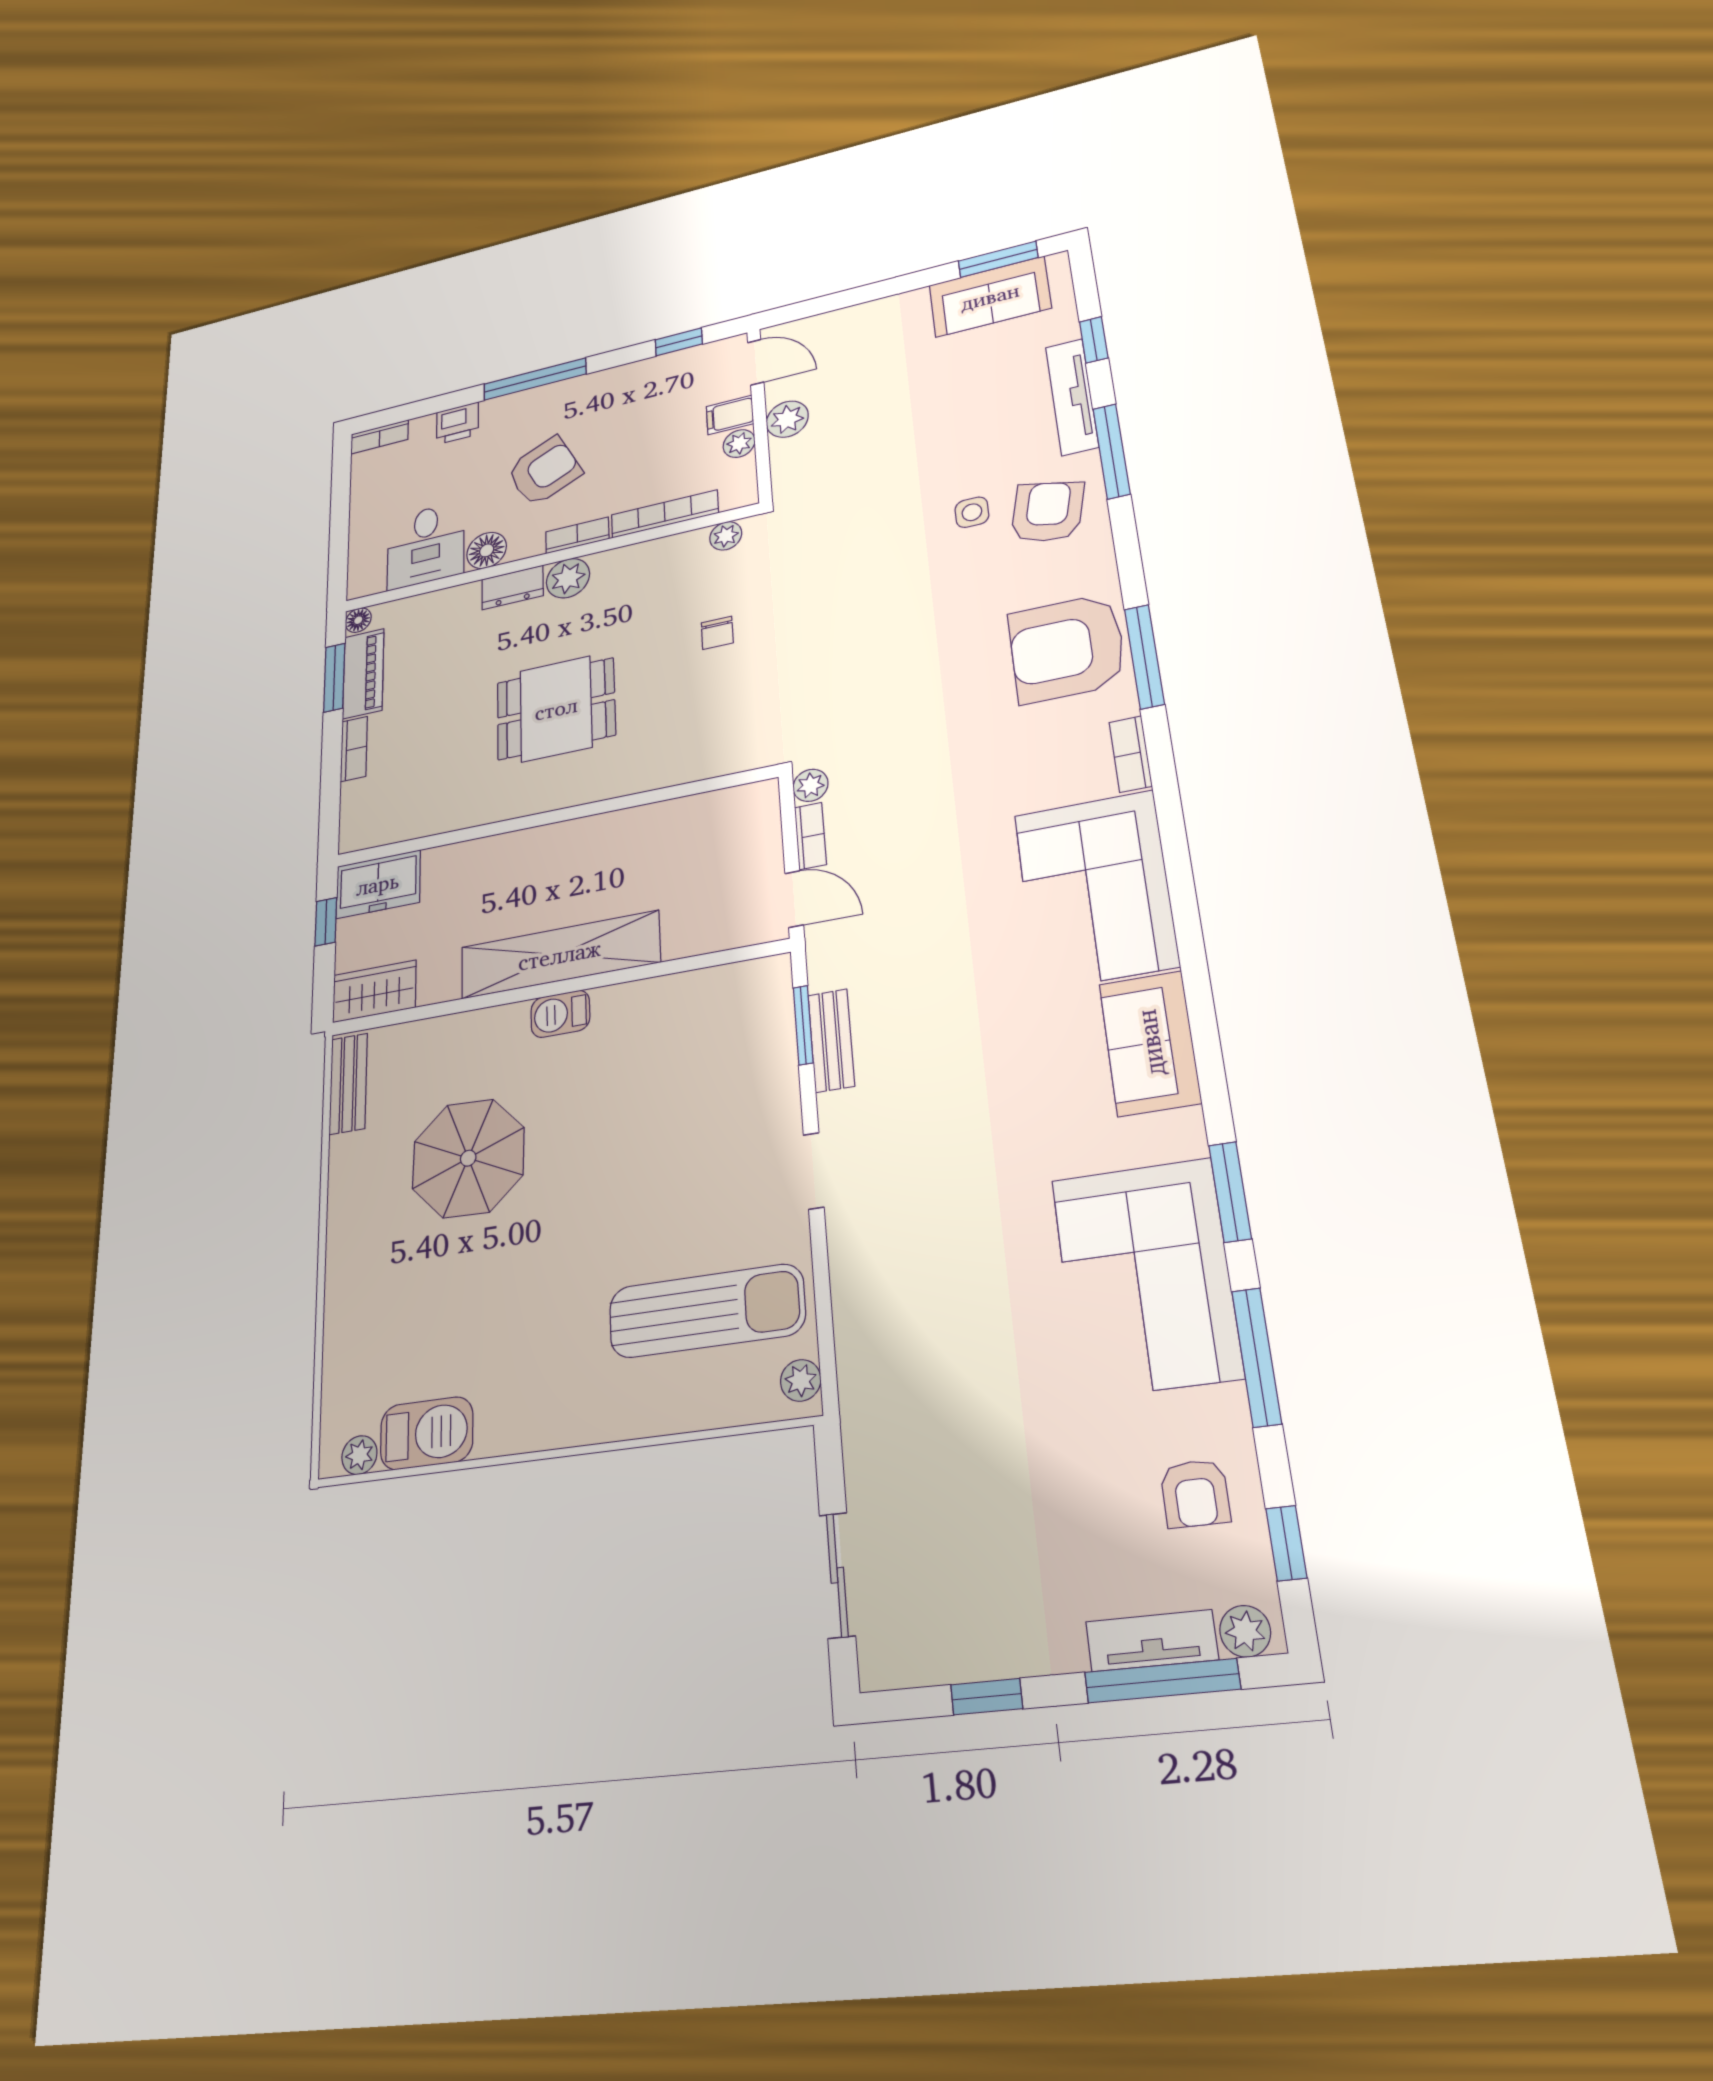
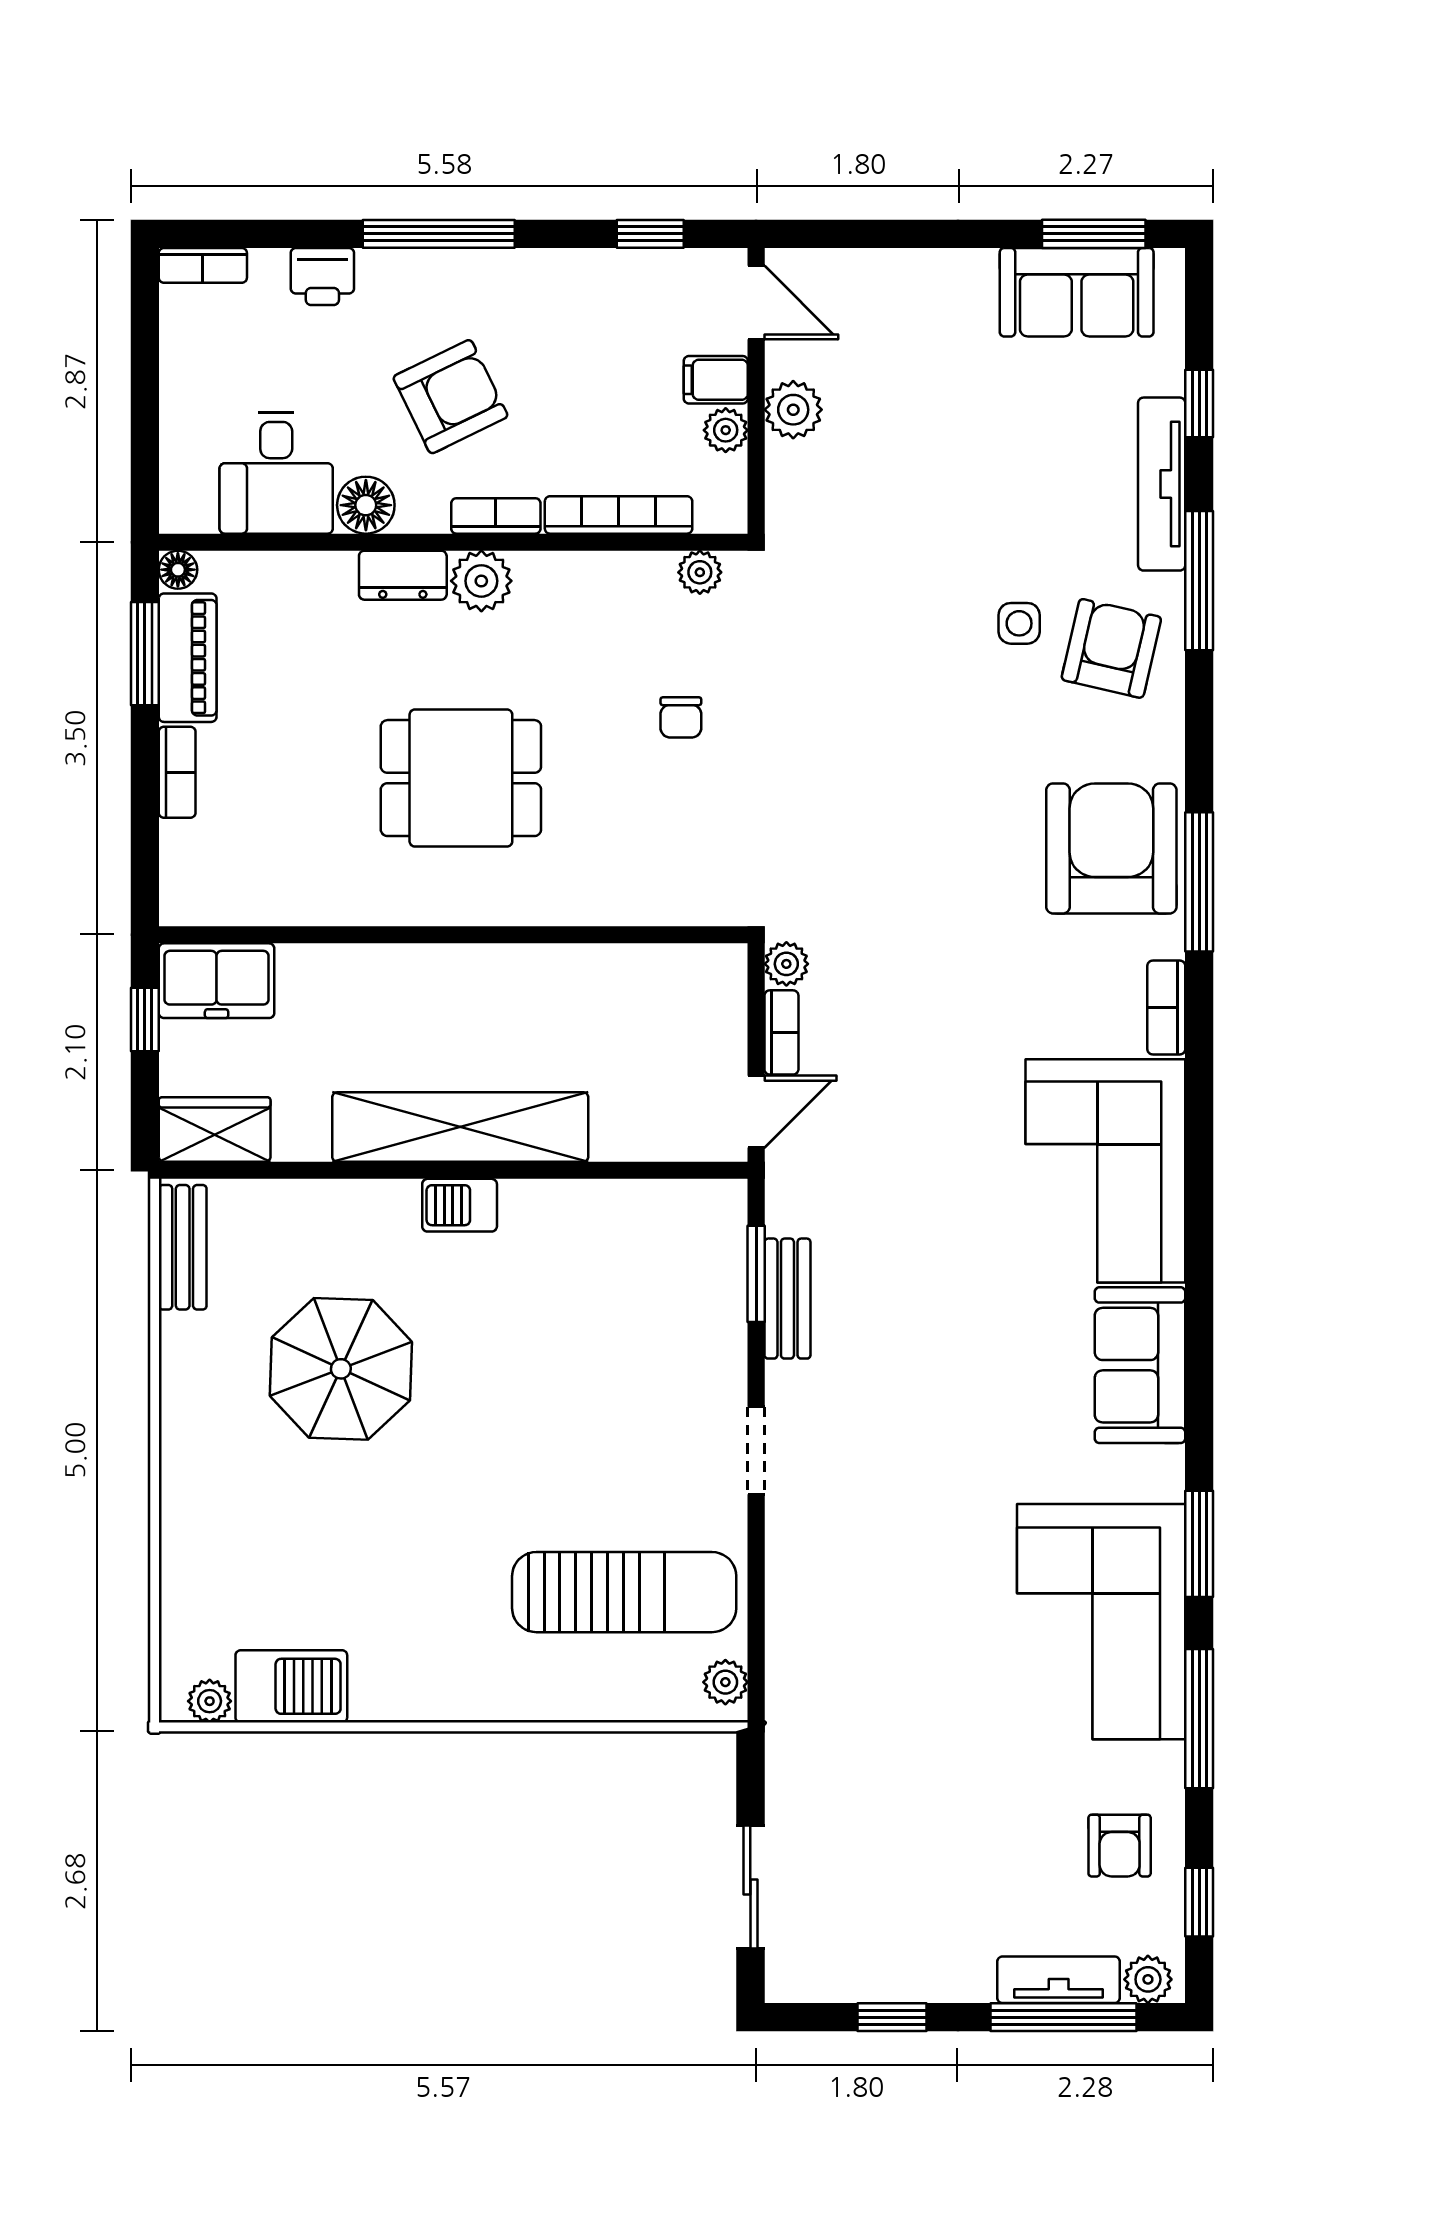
armchair: (1067, 648) -> (1111, 848), turned 90
door: (794, 899) -> (756, 1112), hinge flipped

